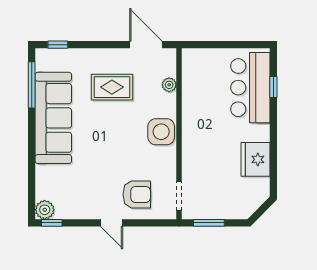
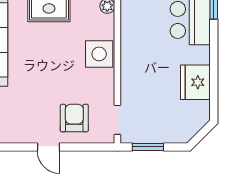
armchair: (137, 194) -> (74, 118), turned -90

